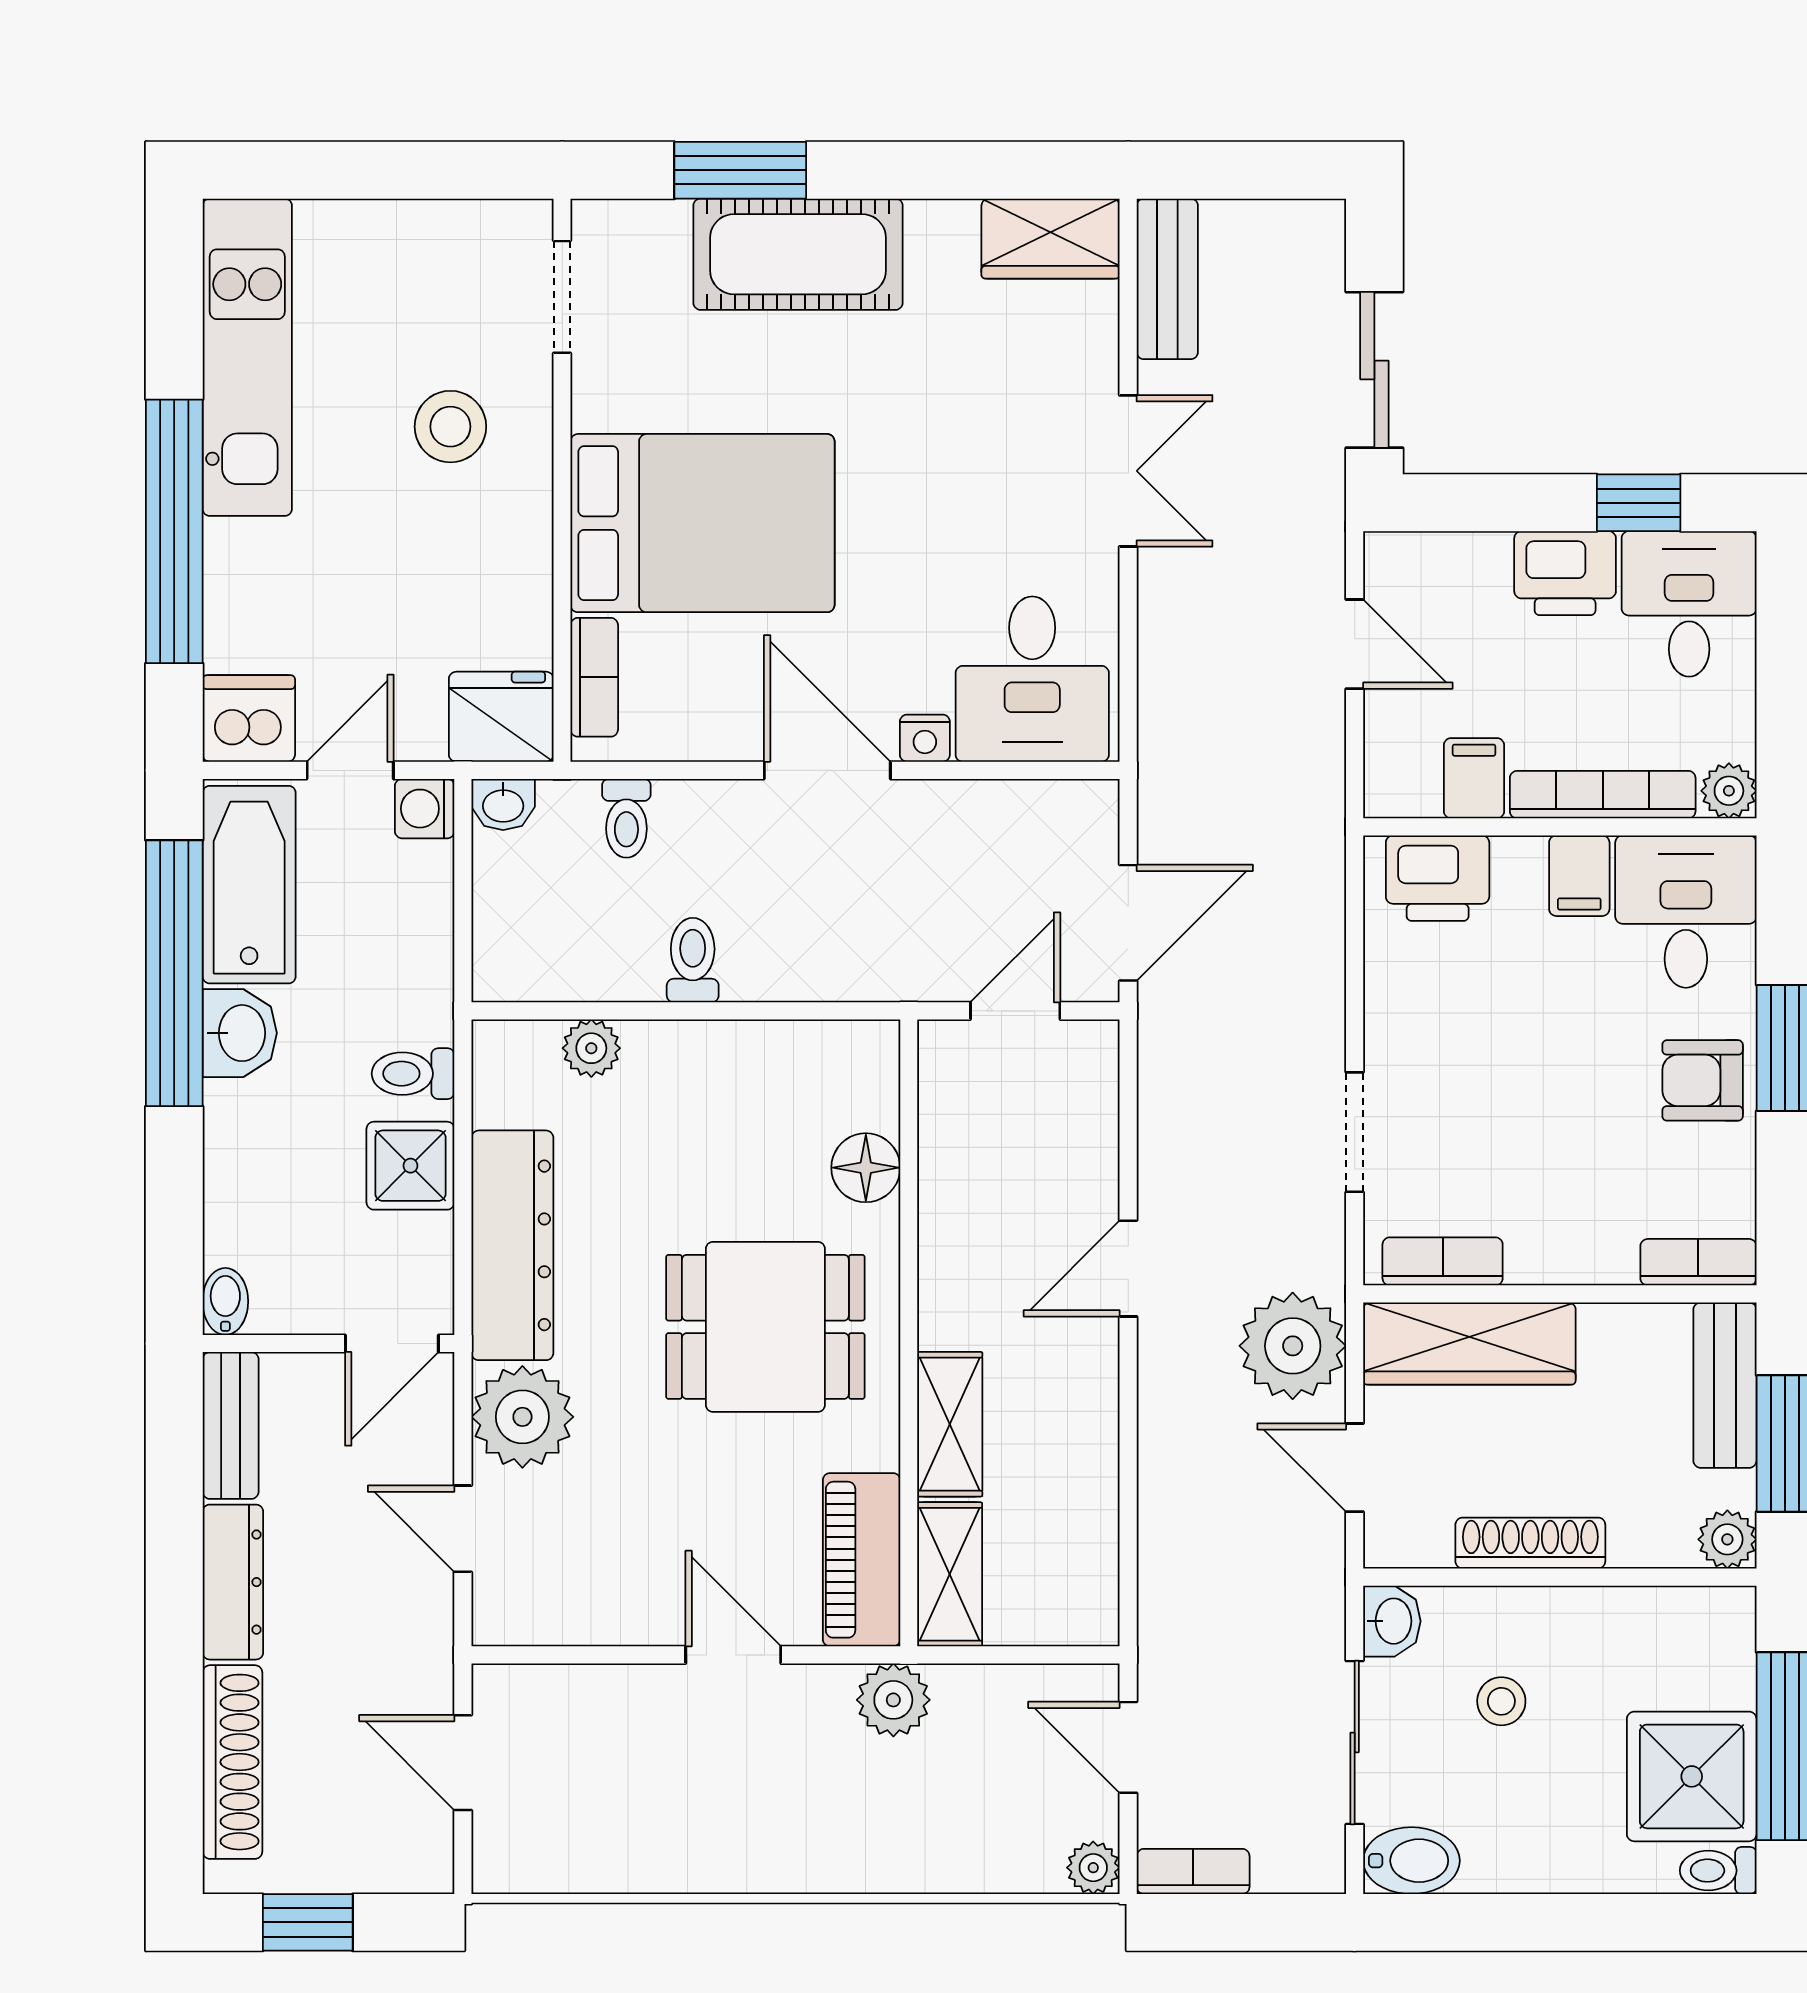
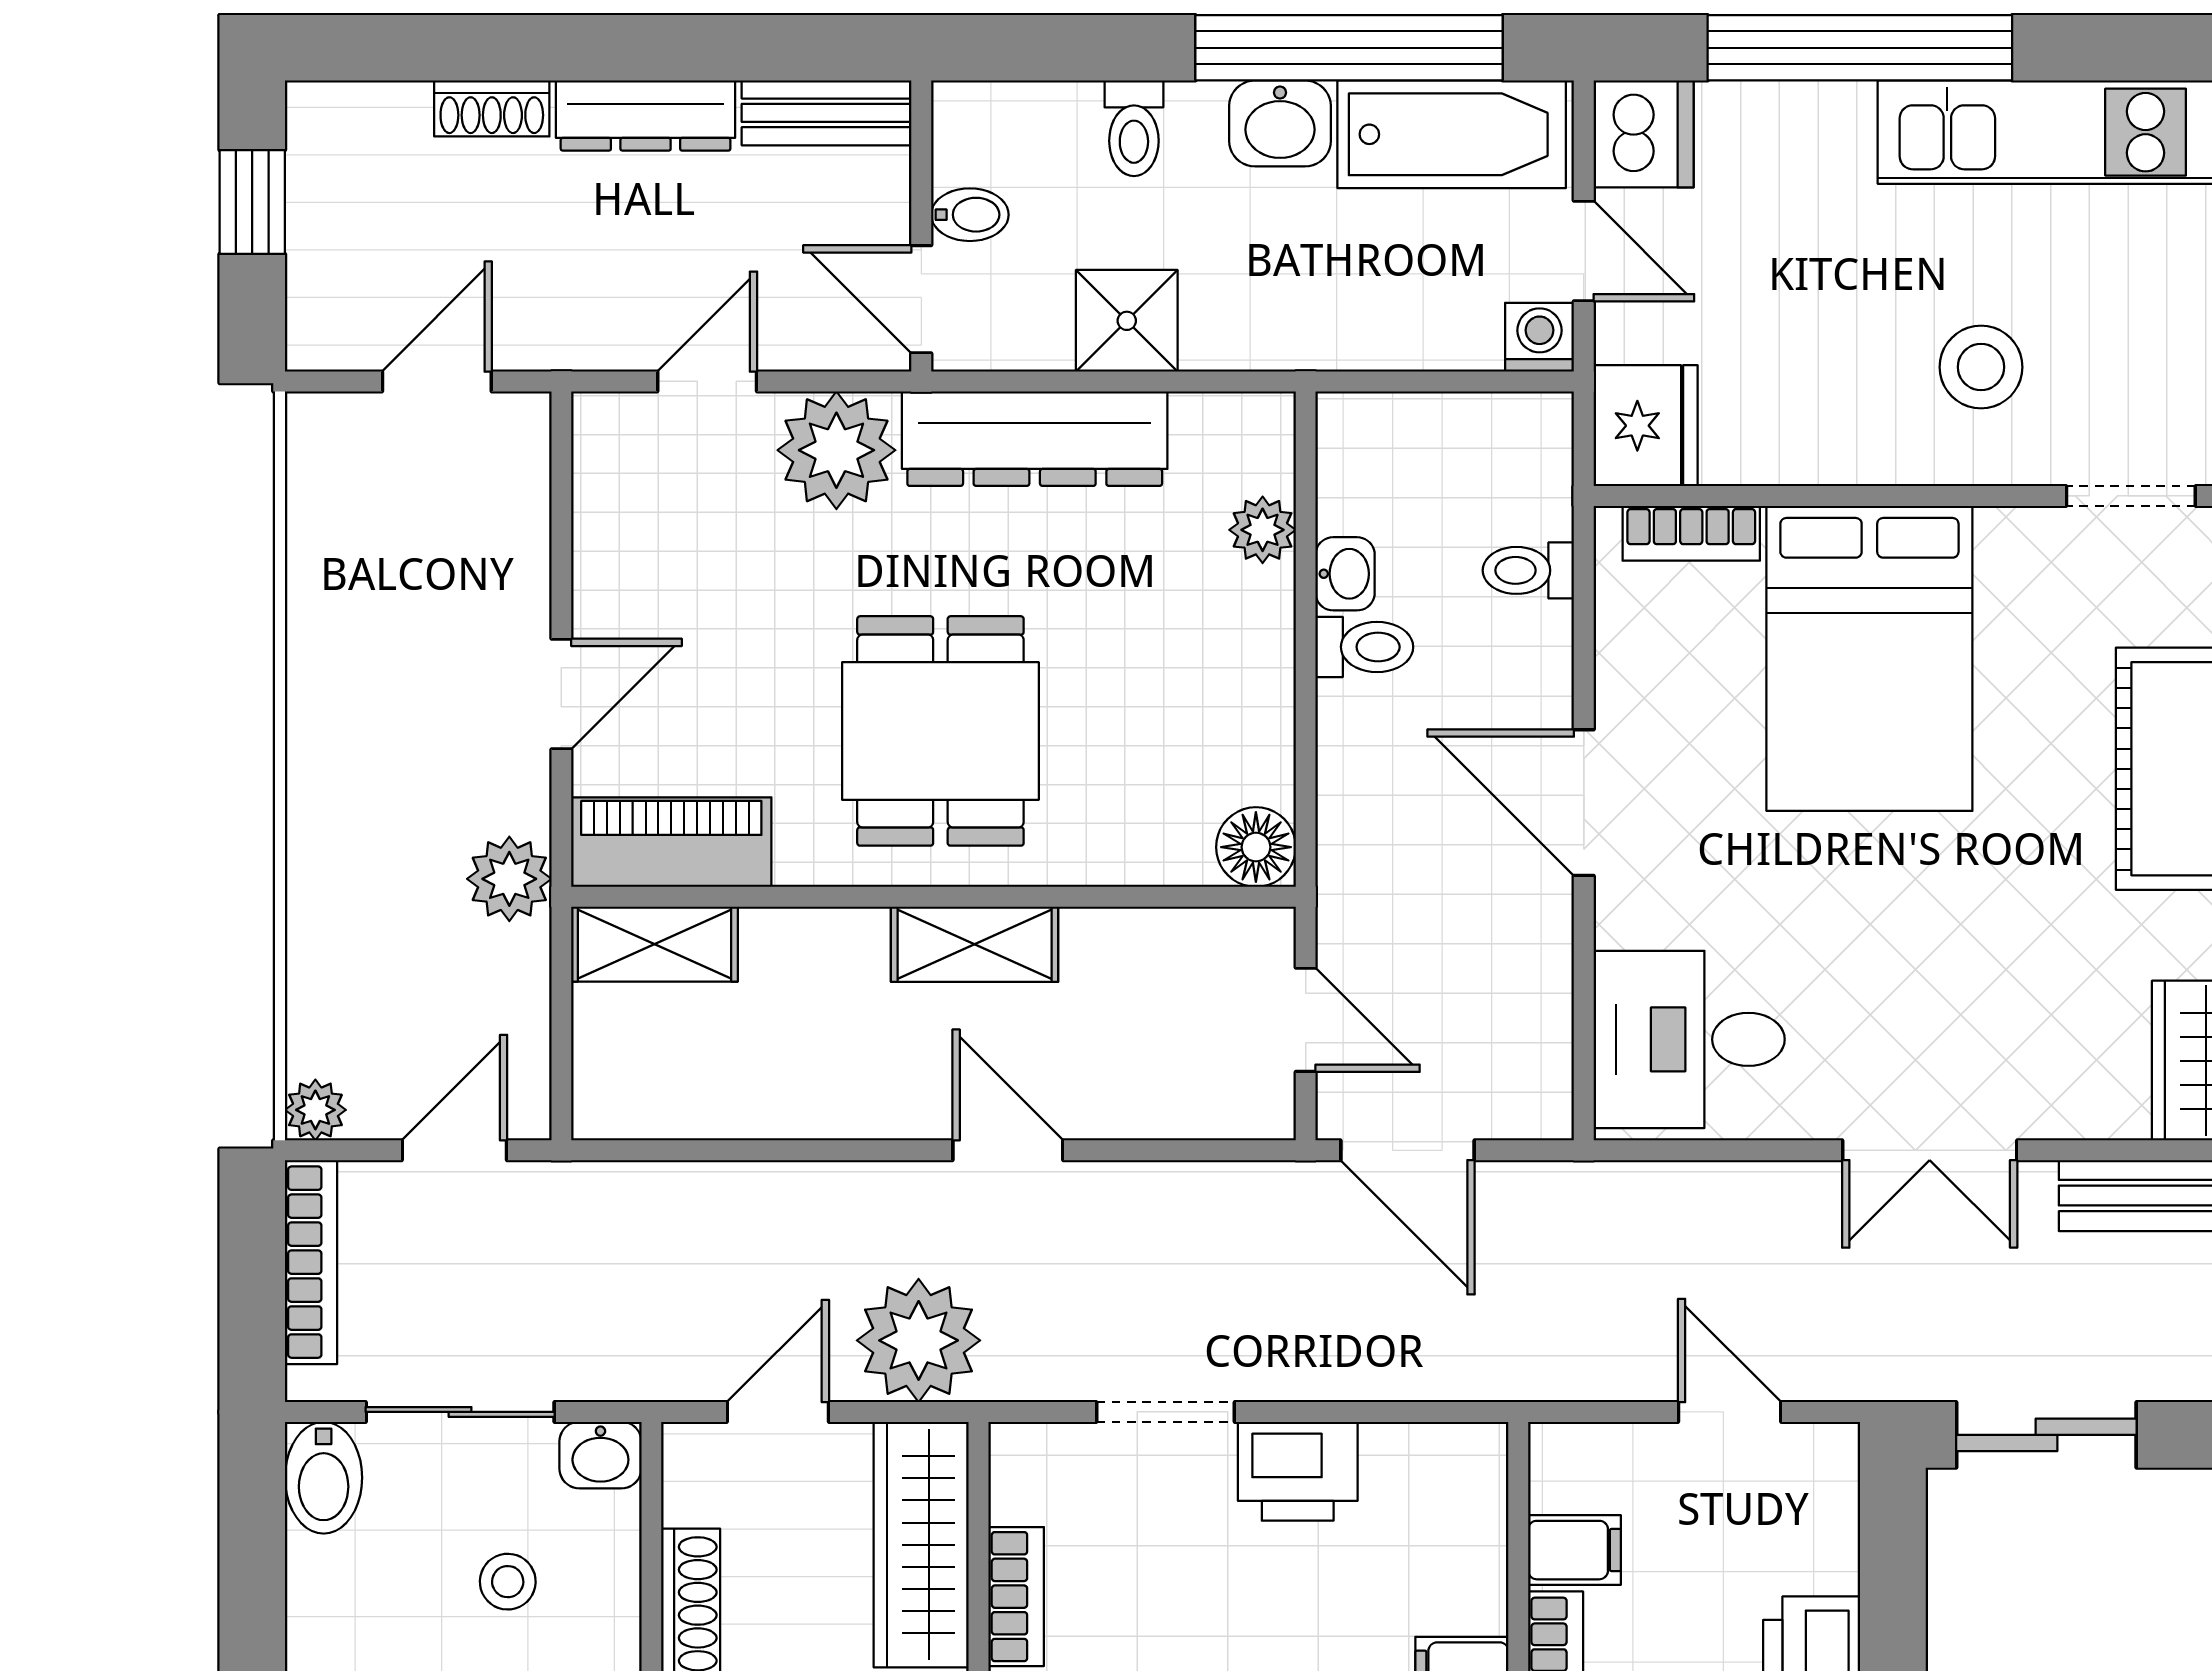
door: (1355, 644) -> (1730, 1412), swing flipped
nightstand: (925, 738) -> (1621, 915), removed
door: (827, 770) -> (1584, 803), swing flipped
washbasin: (503, 804) -> (1345, 574), moved, turned 180
printer: (1438, 878) -> (1298, 1471), moved, turned -90
toilet: (413, 1074) -> (1134, 128), moved, turned 180
floor lamp: (866, 1168) -> (1256, 847), moved
bookcase: (1443, 1261) -> (1016, 1597), moved
bidet: (225, 1301) -> (970, 215), moved
shelving: (950, 1424) -> (975, 944), moved
shoe rack: (232, 1762) -> (492, 108), width x0.51, depth x0.81
bookcase: (1193, 1871) -> (311, 1262), width x1.56

